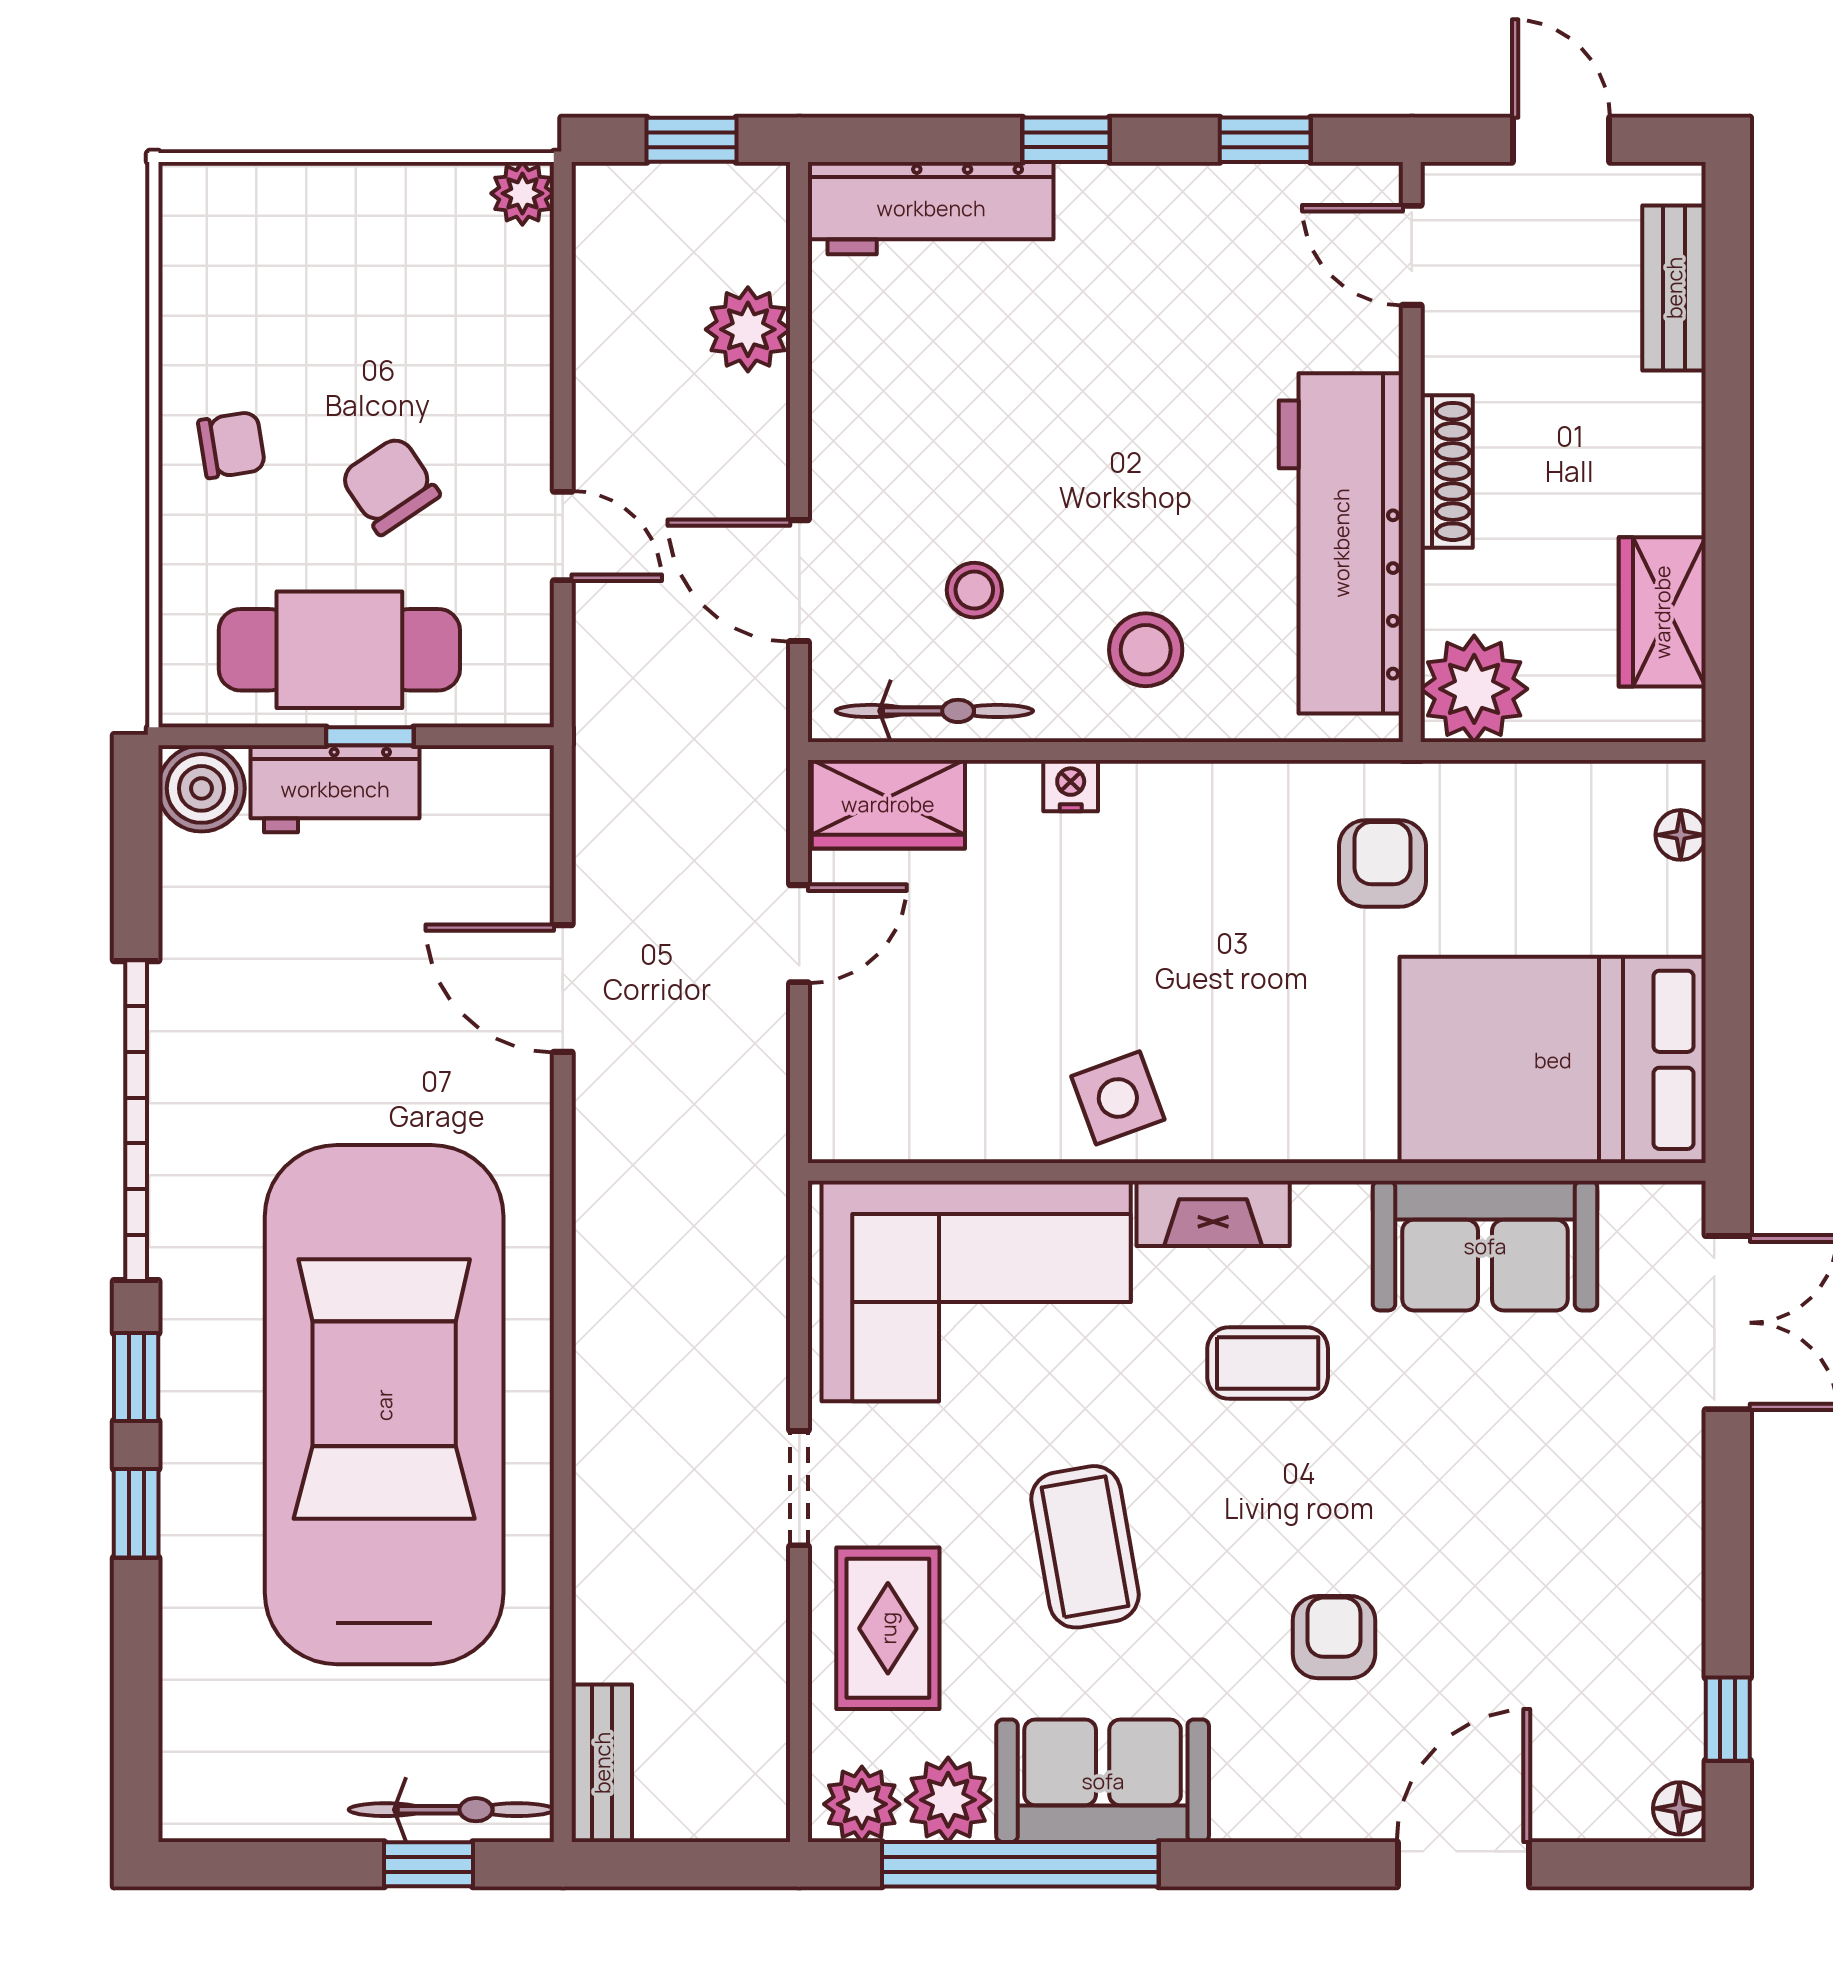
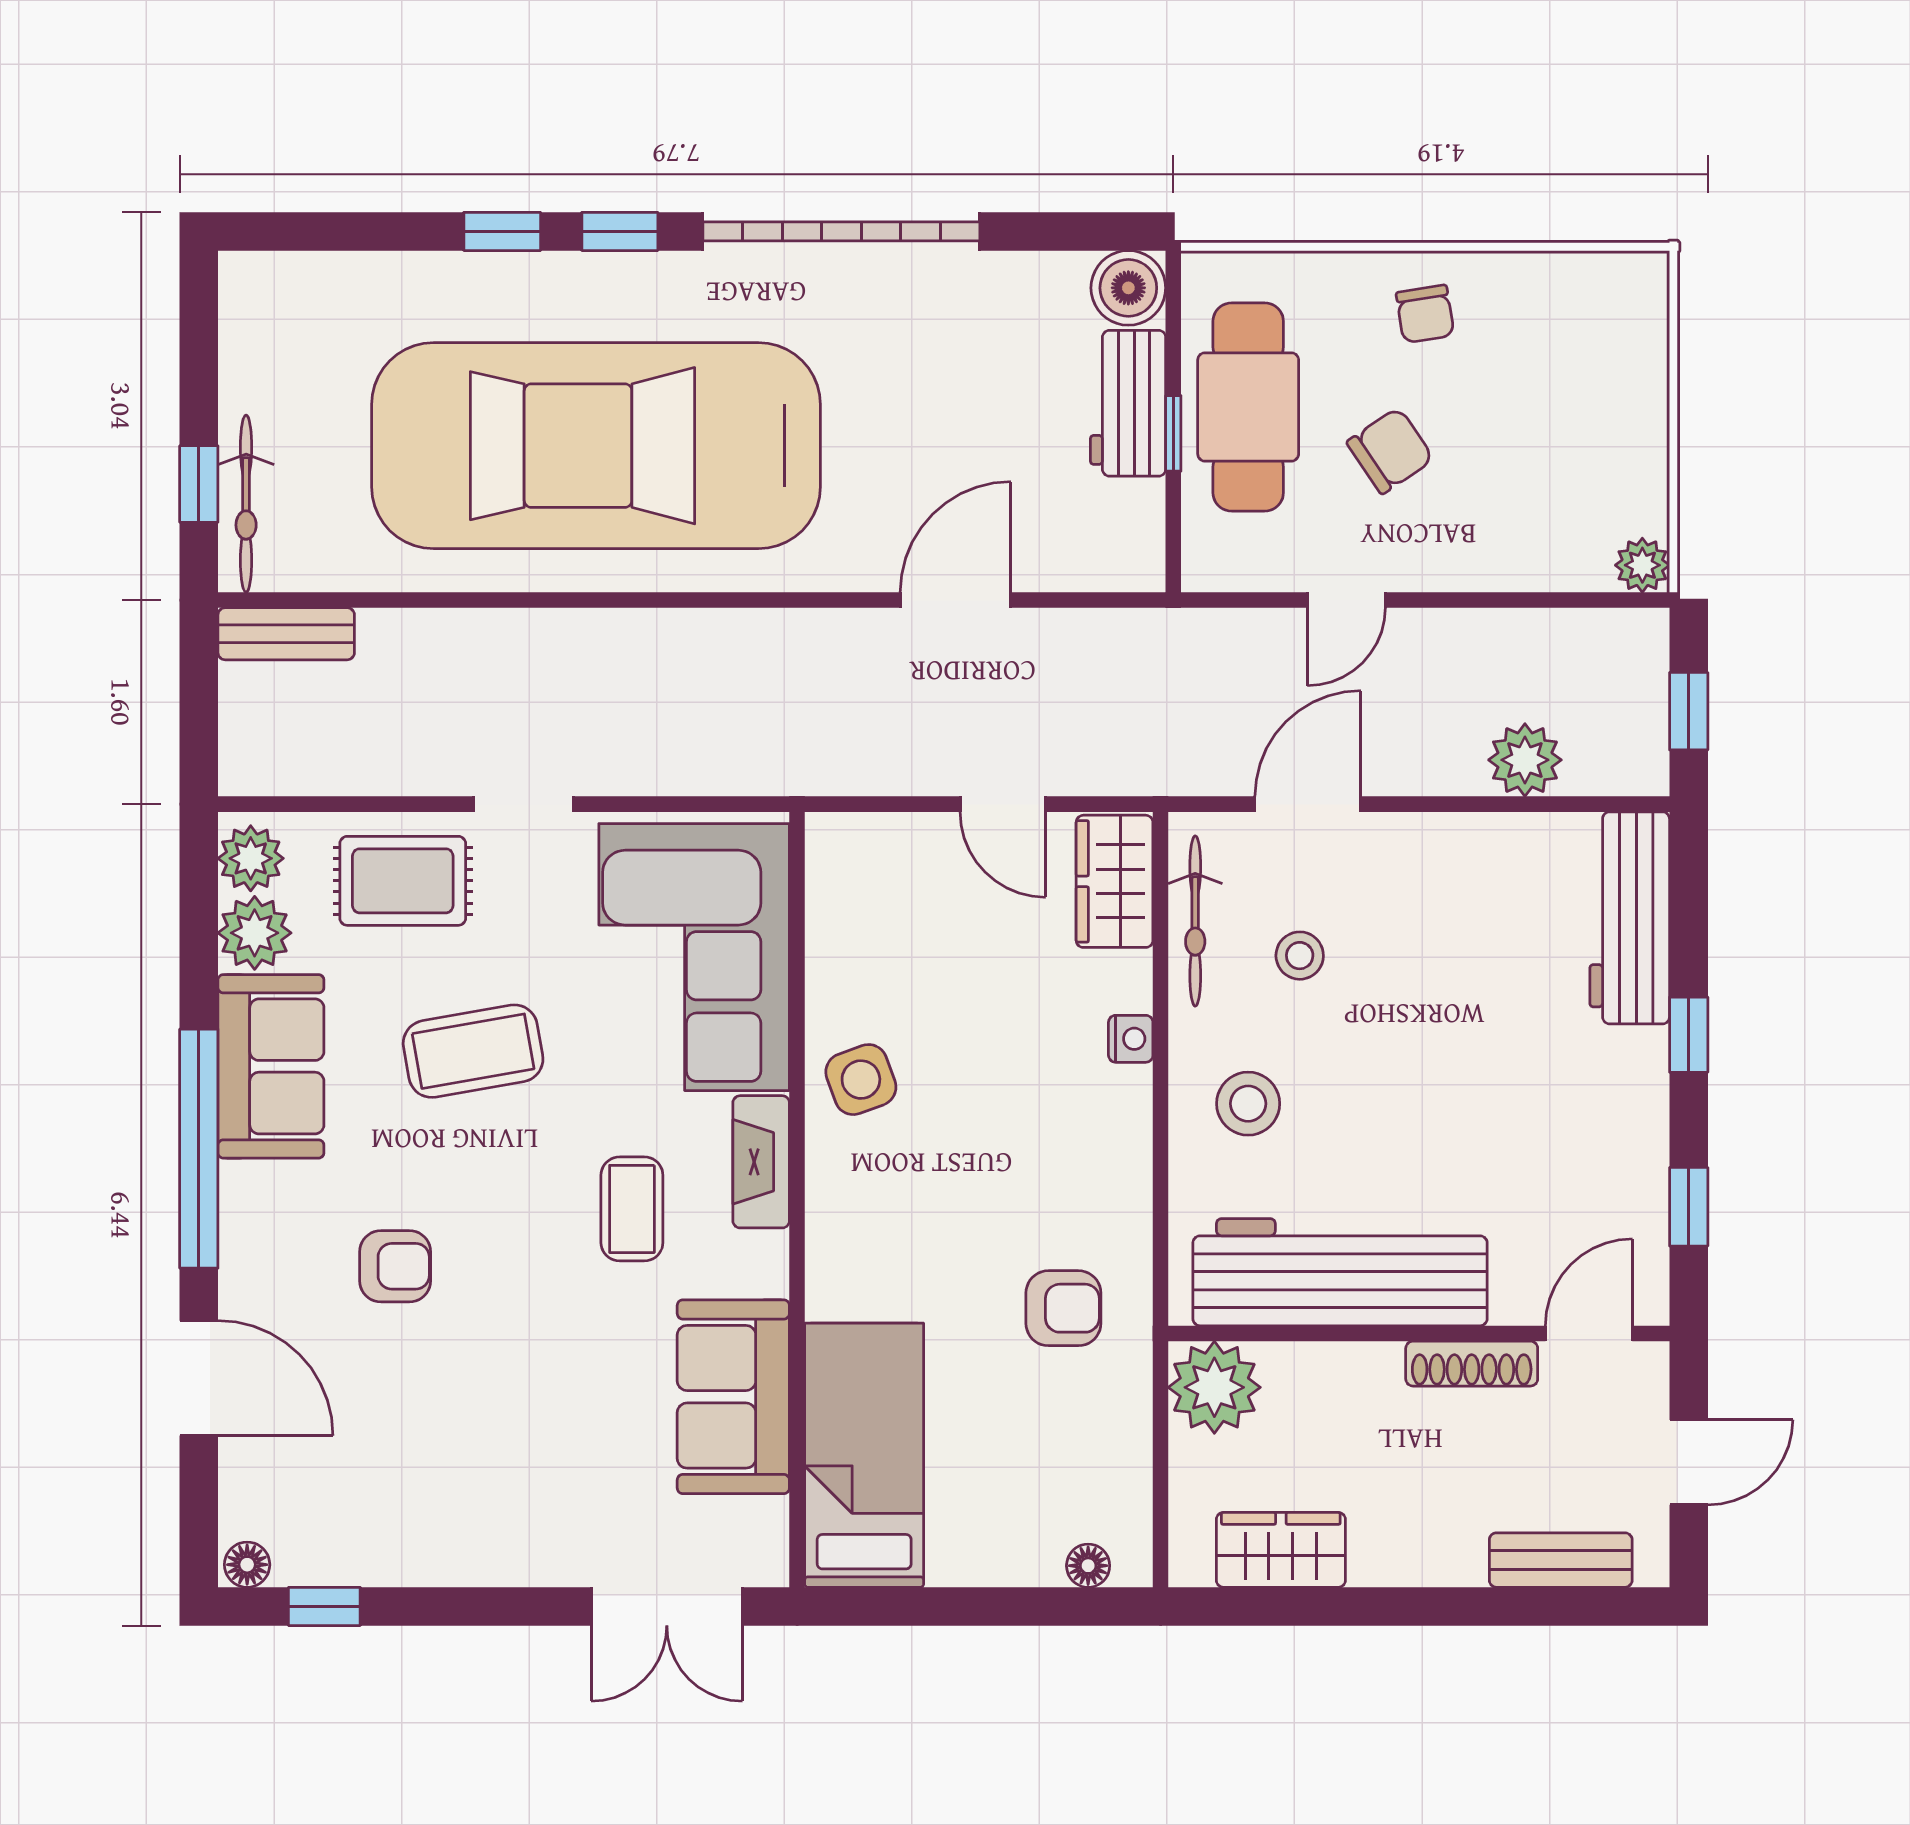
shoe rack: (1447, 471) -> (1472, 1364), moved
bed: (1553, 1060) -> (864, 1455), width x0.67
car: (384, 1405) -> (596, 446), turned 180
window: (1020, 1864) -> (199, 1149), moved

